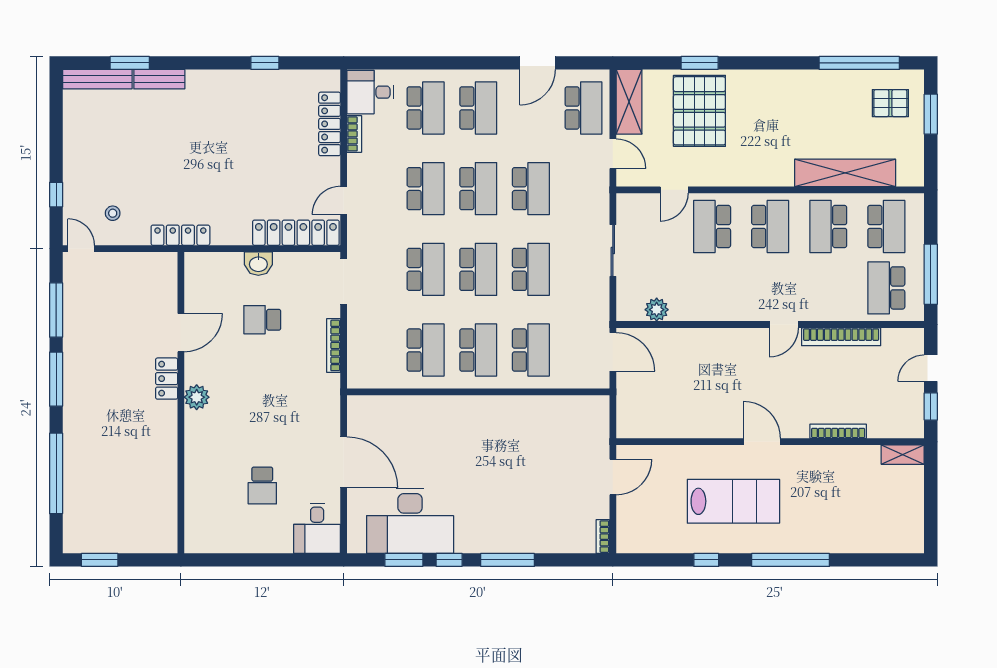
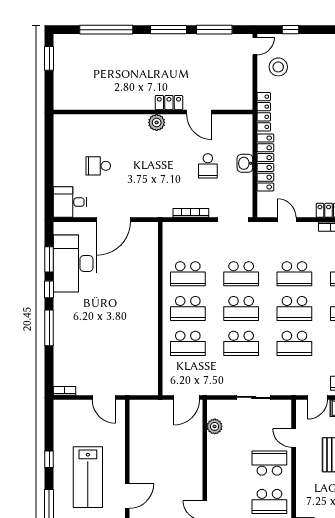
stool: (113, 213) -> (278, 67), width x1.89, depth x1.89
locker: (296, 233) -> (265, 162), moved
school desk: (262, 320) -> (208, 166), turned 180

